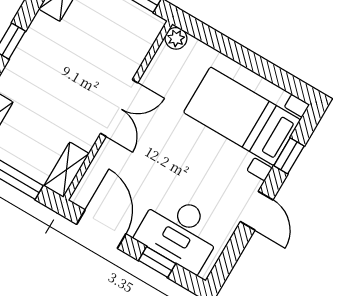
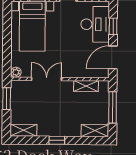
double door: (119, 108) -> (47, 79), moved
shelving: (66, 170) -> (86, 86), moved

